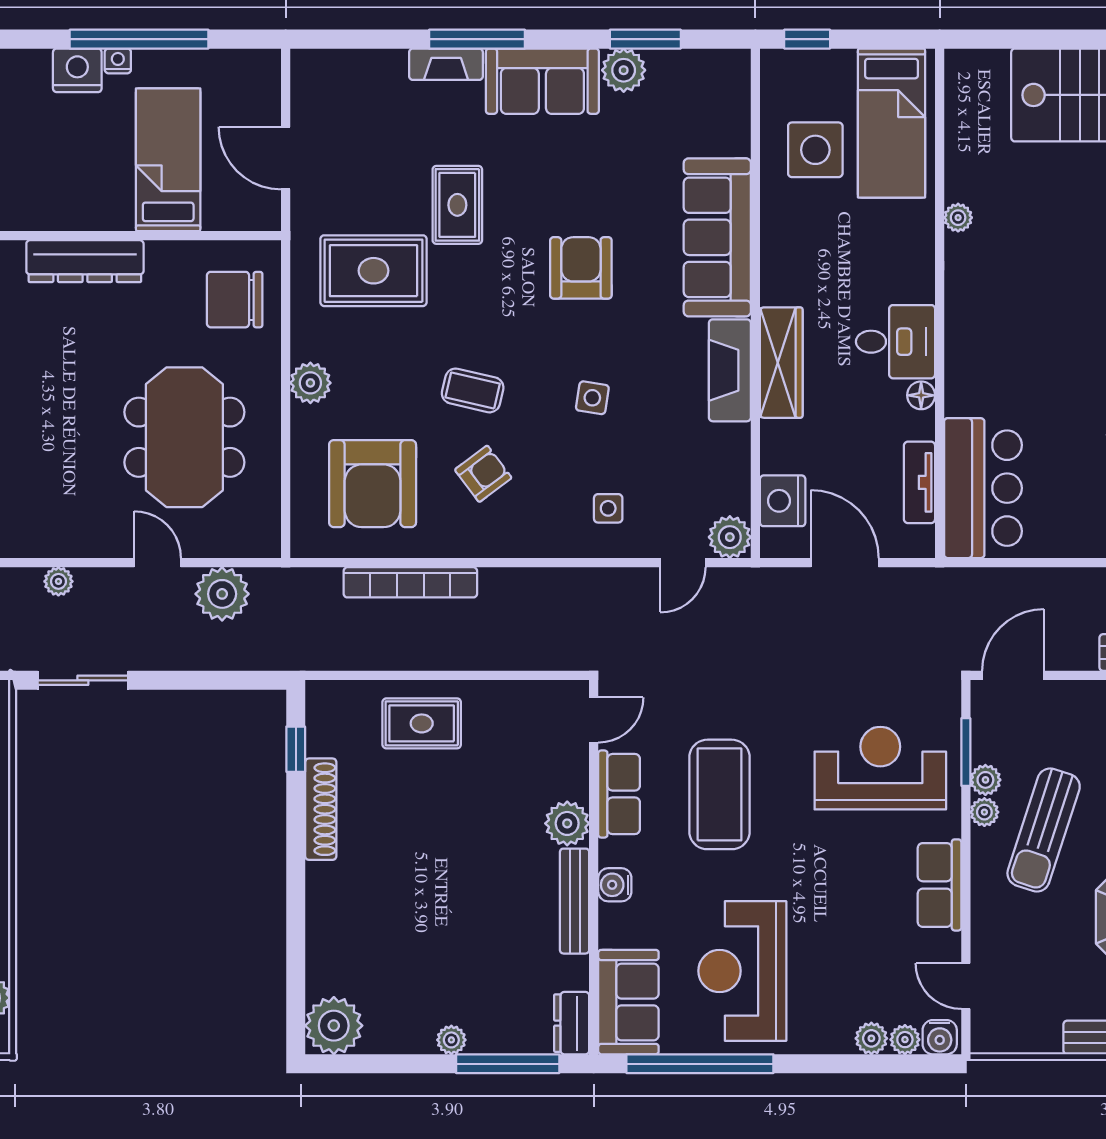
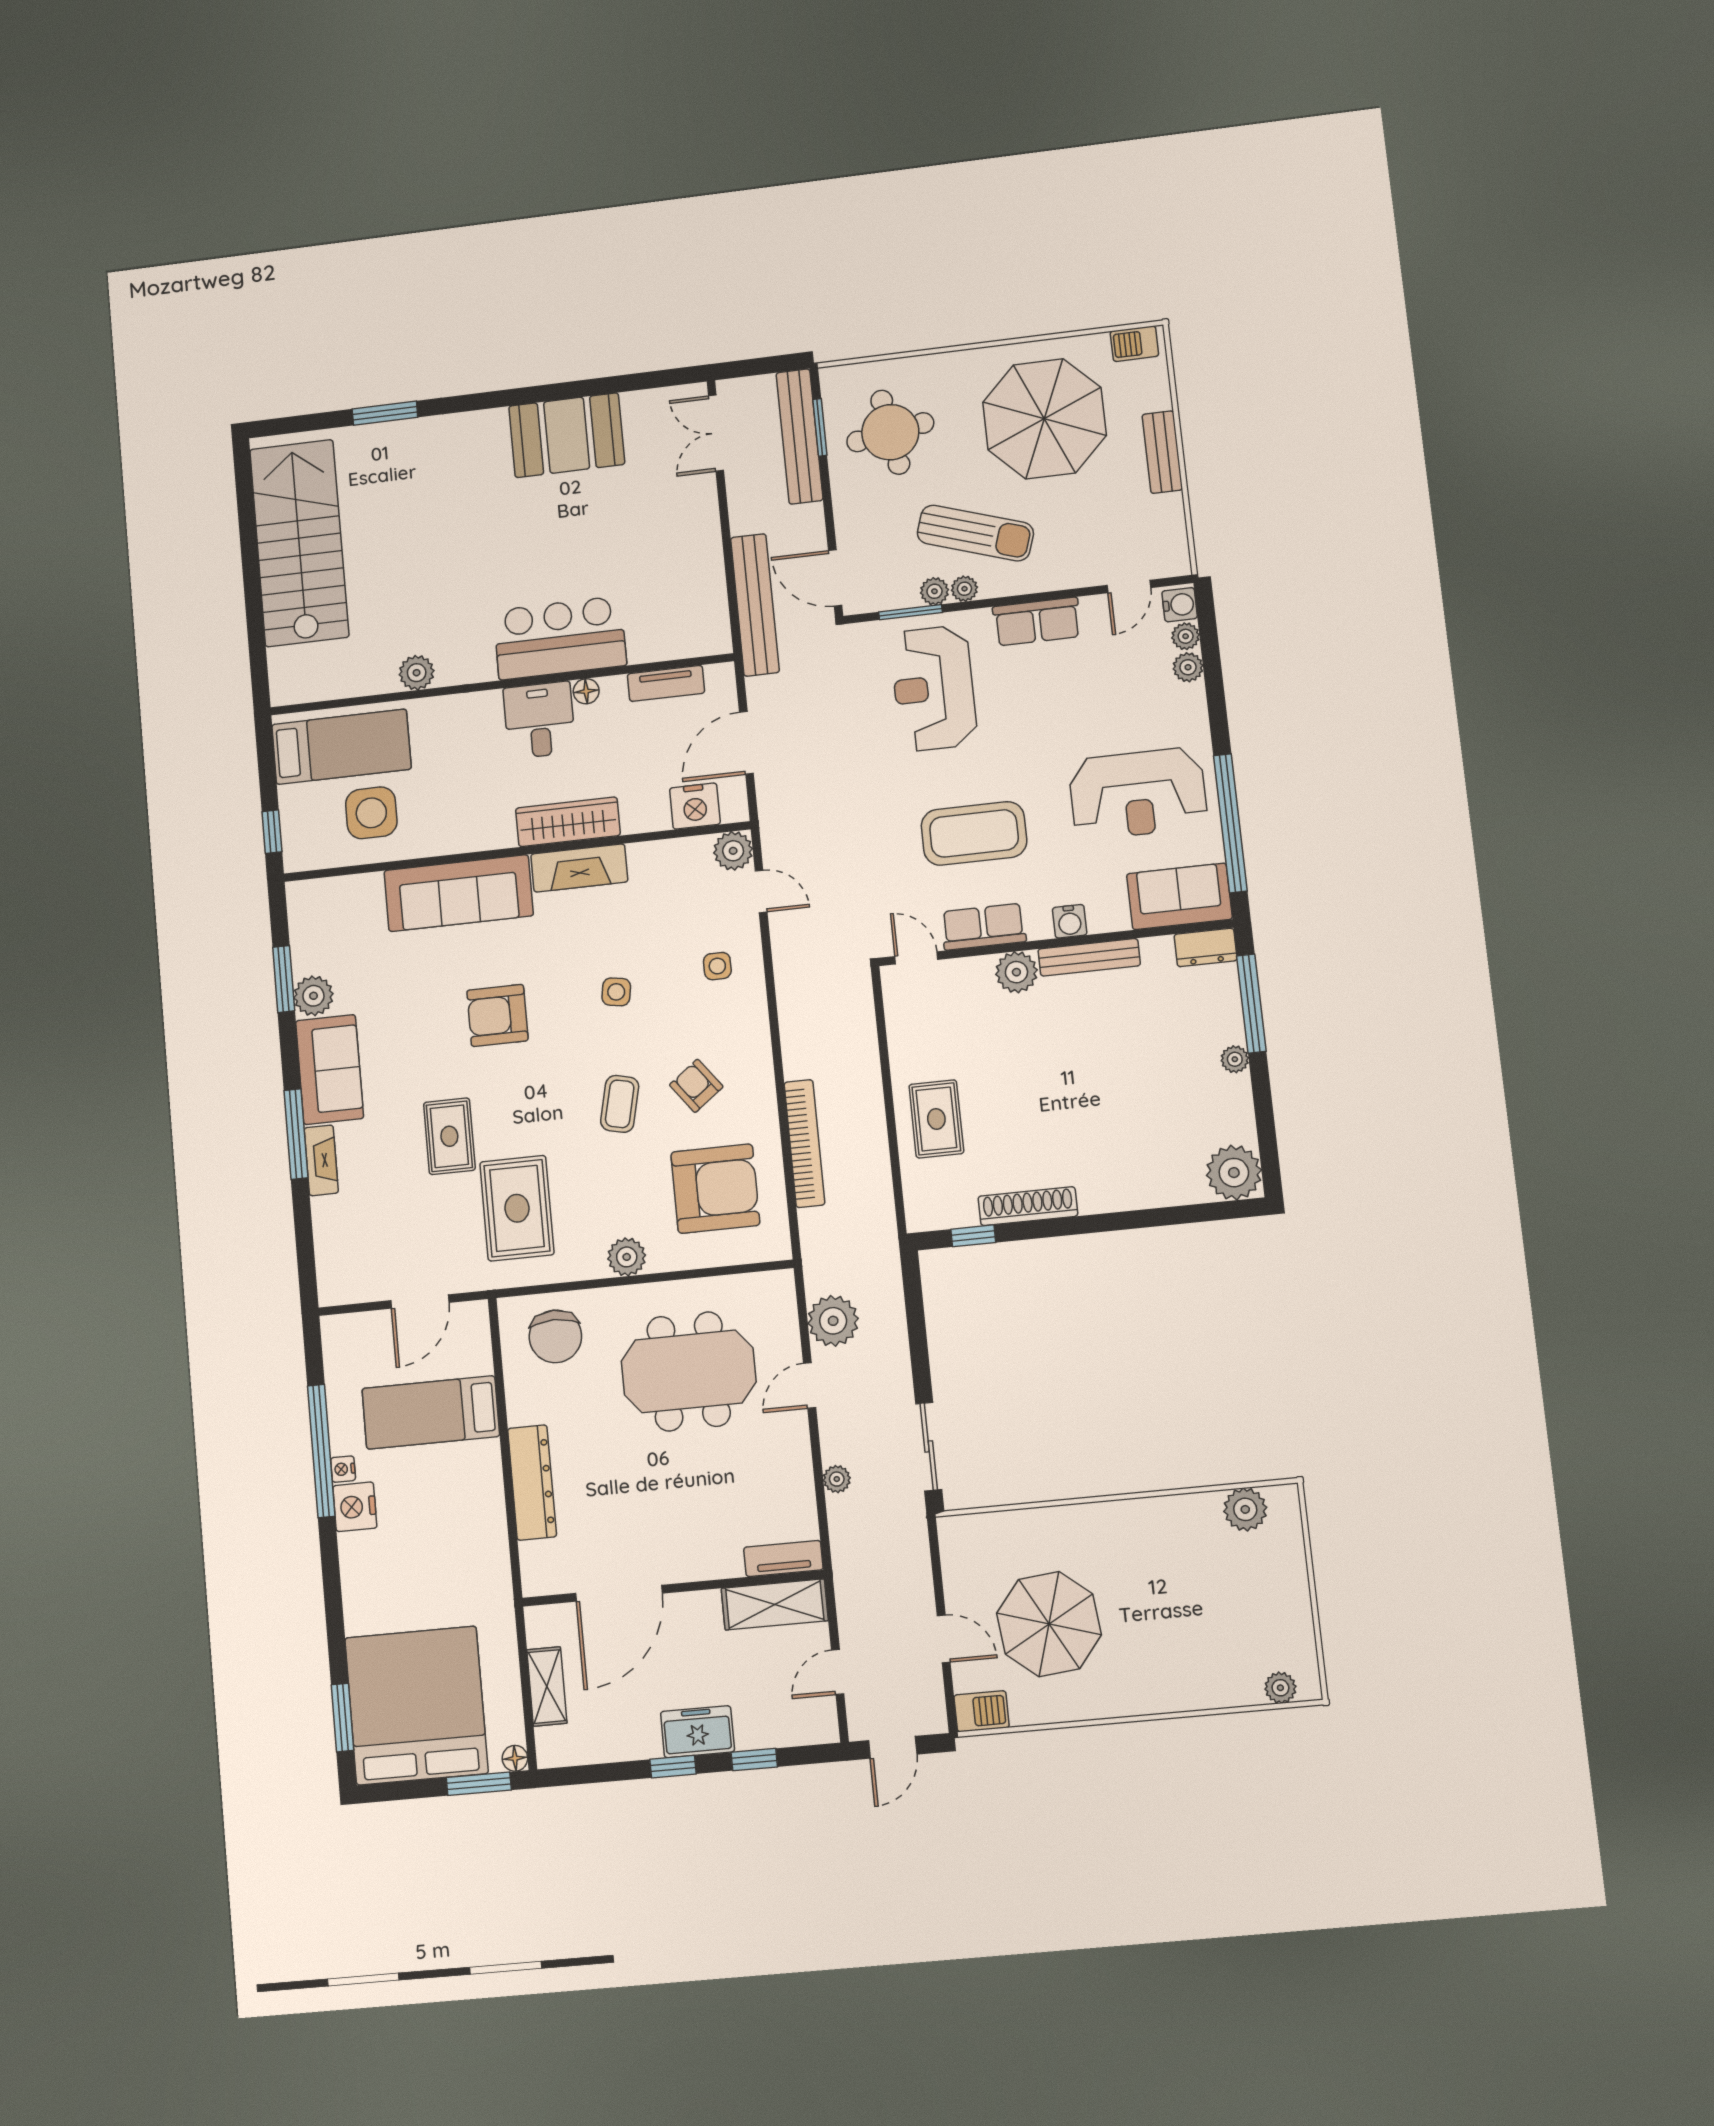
rug: (457, 205) -> (449, 1136), turned 90
plant: (958, 218) -> (417, 673), width x1.38, depth x1.38
bar counter: (983, 488) -> (560, 638), moved
bench: (994, 586) -> (755, 605), added

